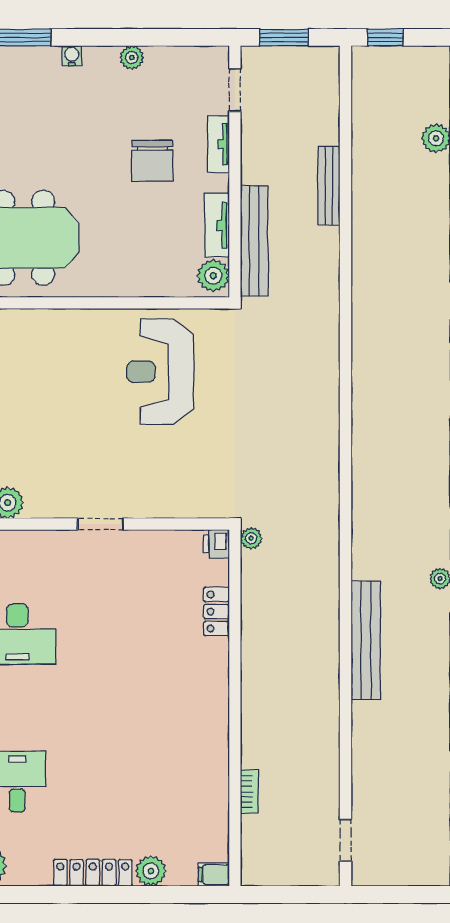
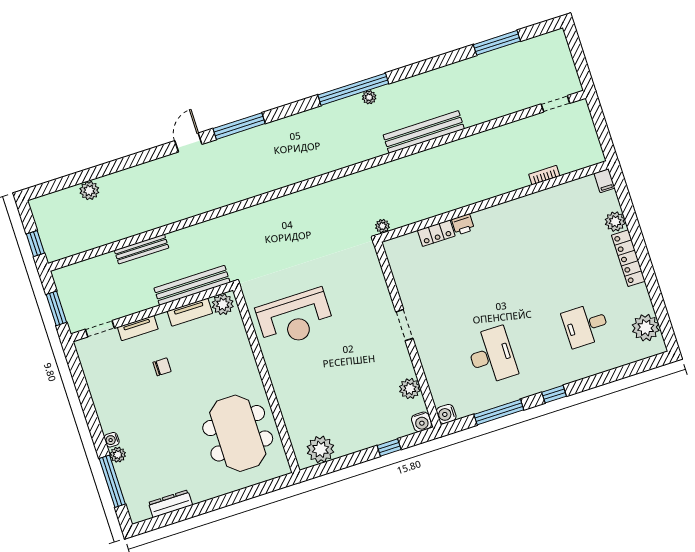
plant: (132, 58) -> (118, 455), moved
chair: (152, 161) -> (162, 367), width x0.54, depth x0.54
printer: (216, 544) -> (463, 224), moved

